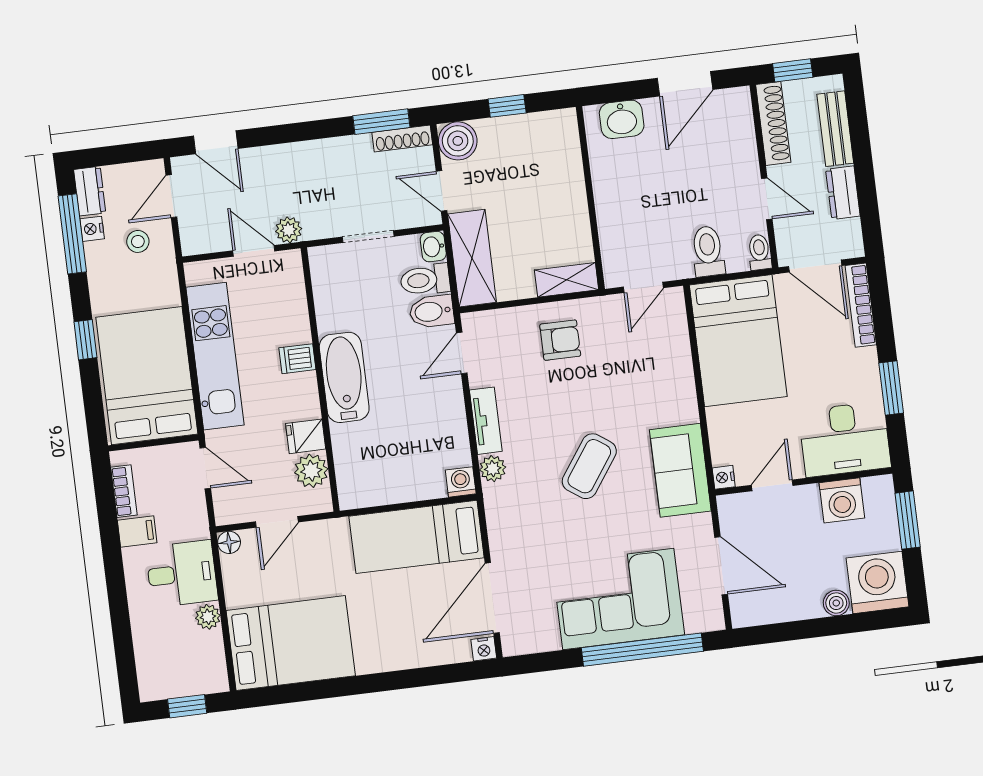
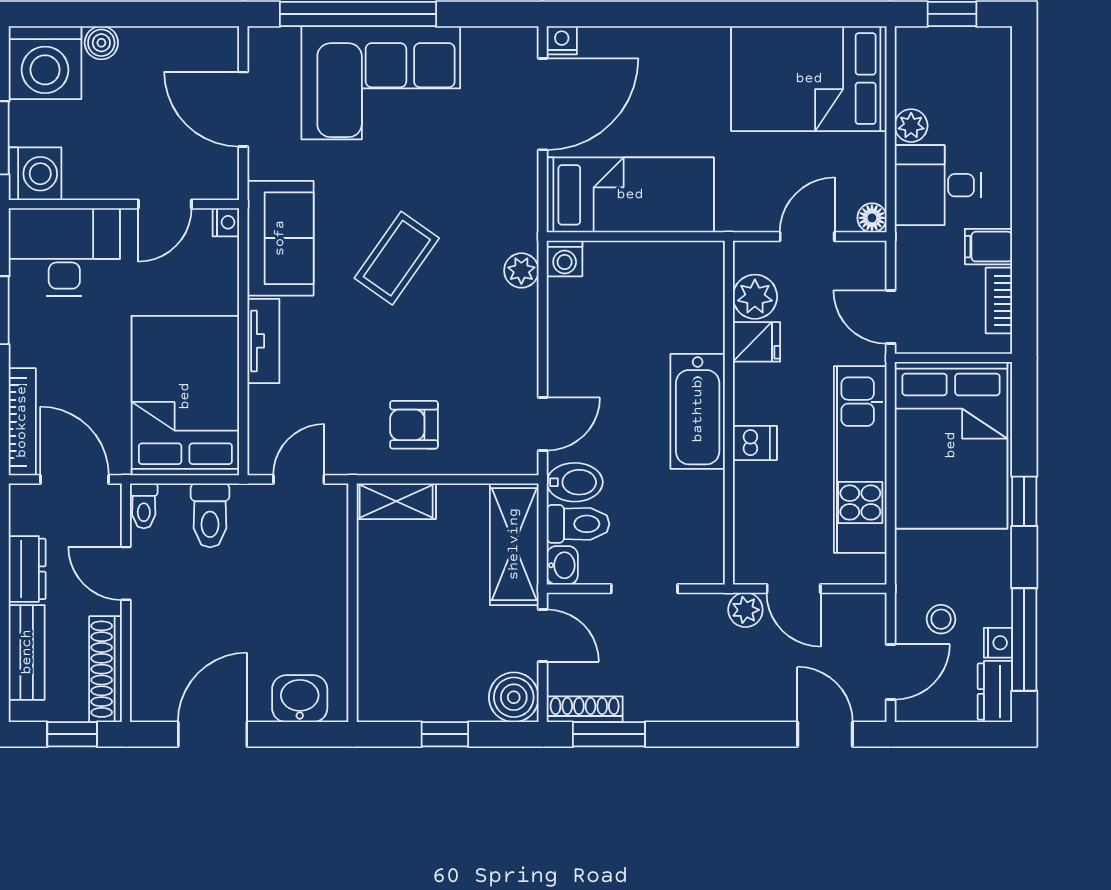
tv unit: (486, 421) -> (263, 341), moved, turned 180
washing machine: (842, 500) -> (35, 174), moved, turned 90

